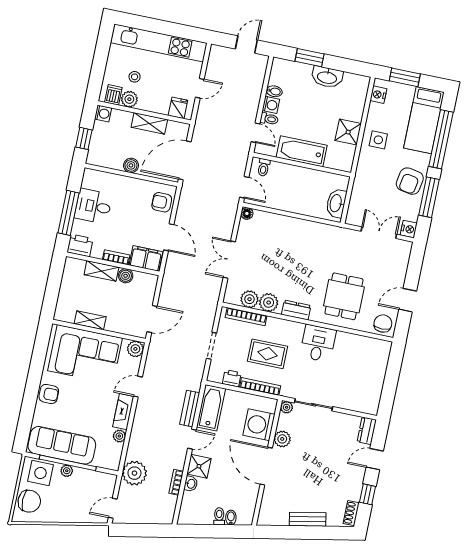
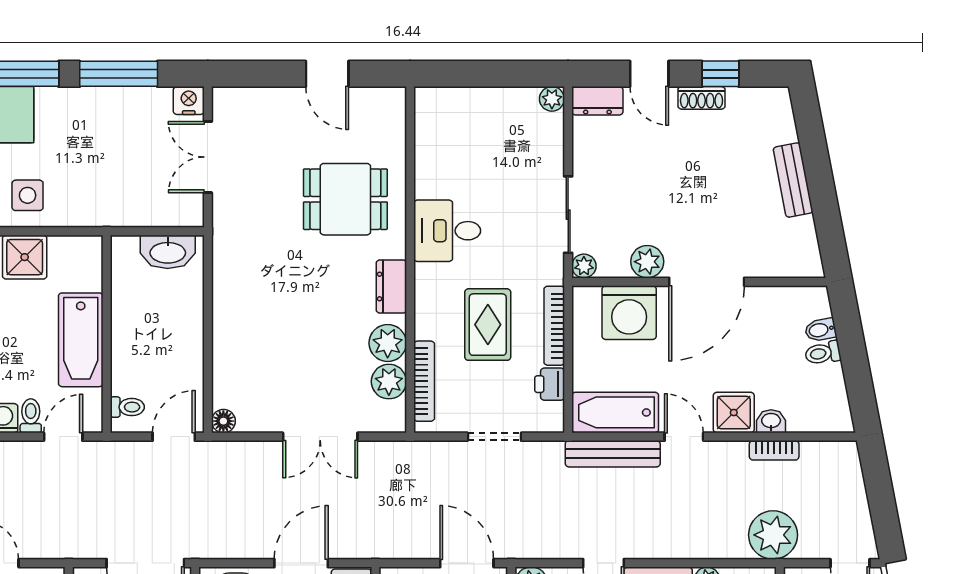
armchair: (410, 181) -> (95, 118), removed
chair: (383, 323) -> (382, 113), removed
bench: (190, 409) -> (613, 454), width x1.36
plant: (372, 409) -> (552, 99), added
shoe rack: (351, 513) -> (702, 98), moved

